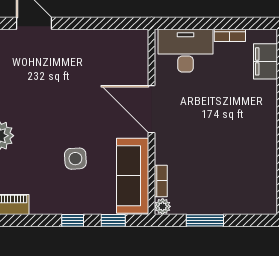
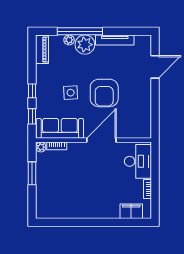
armchair: (76, 105) -> (104, 93), added

